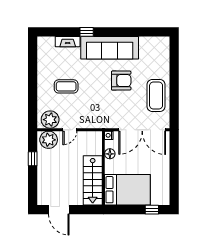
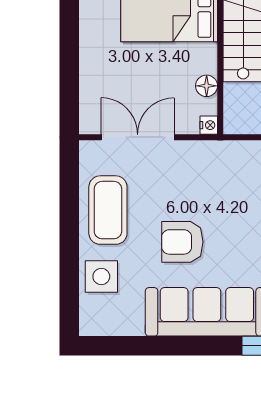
side table: (159, 64) -> (101, 277), added
double door: (142, 130) -> (138, 137), width x0.73

